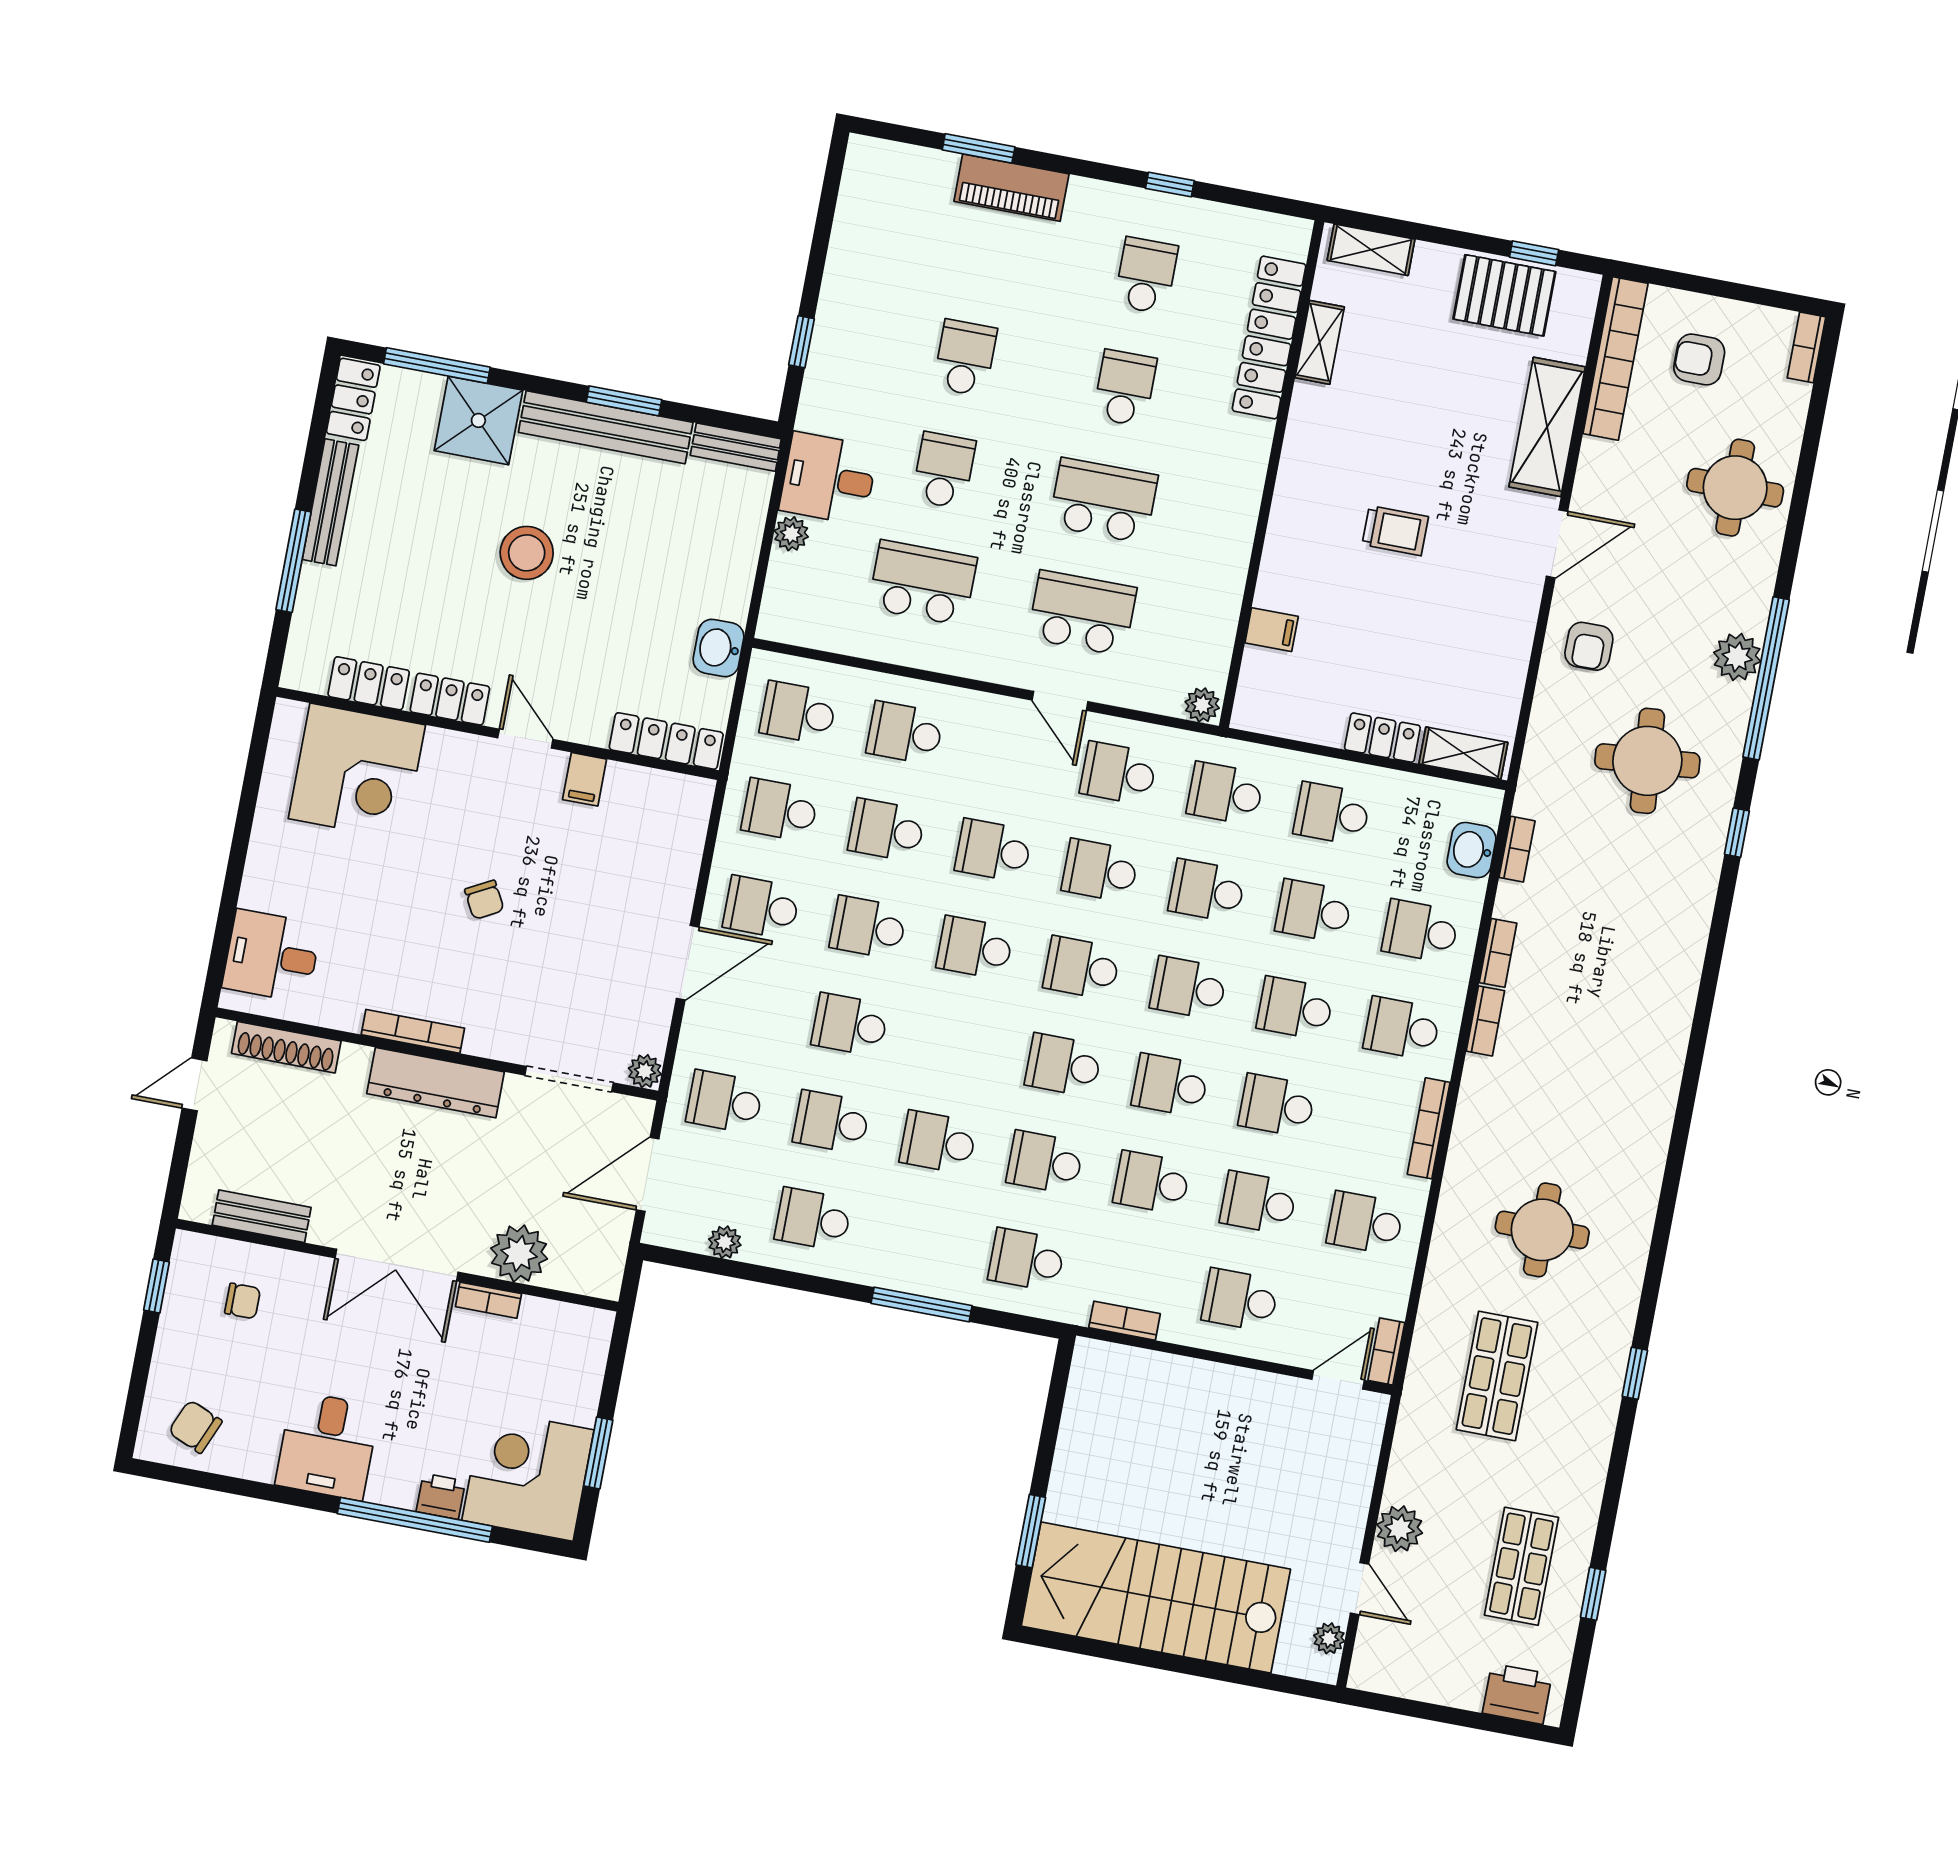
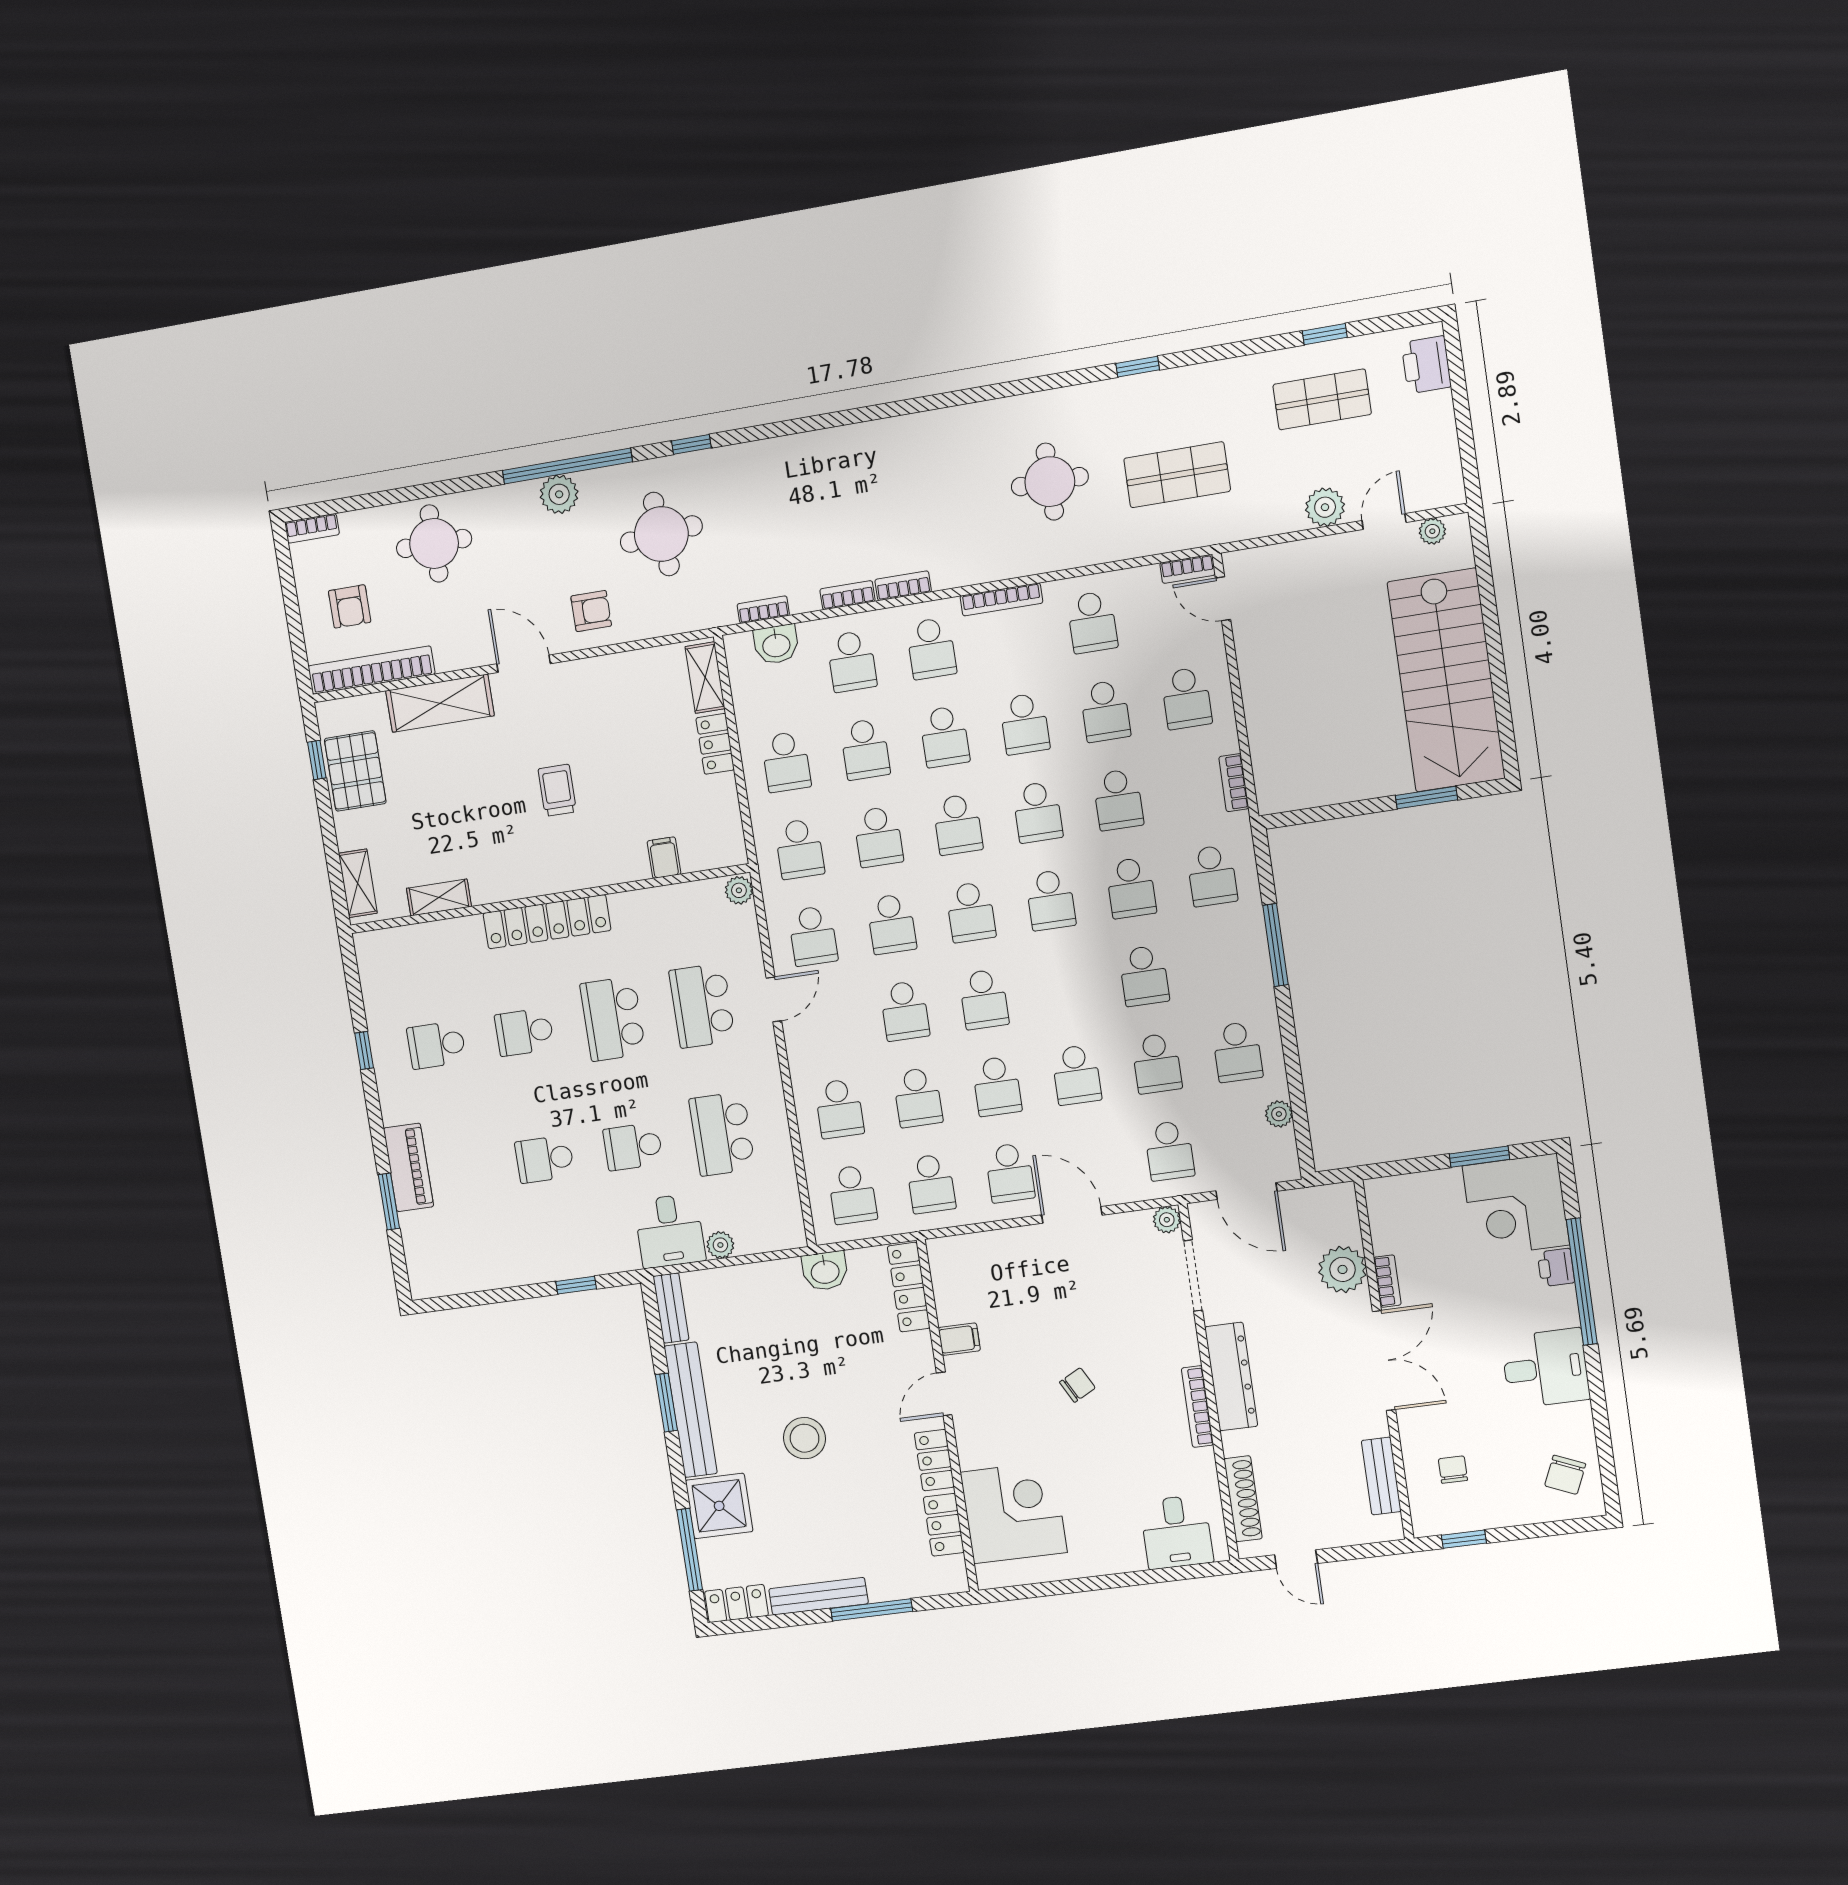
locker: (1269, 338) -> (547, 922), moved

